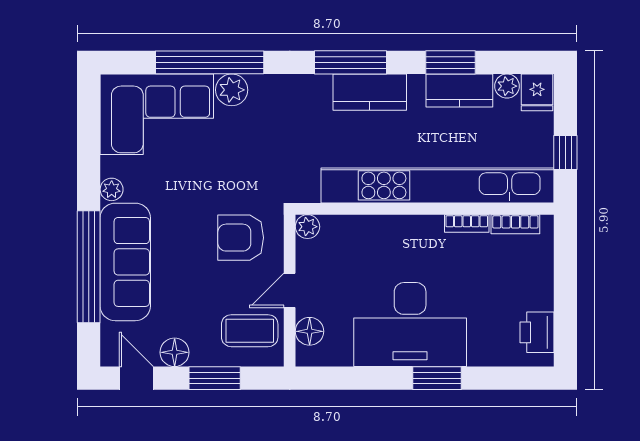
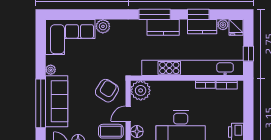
window: (210, 62) -> (93, 14), removed
plant: (307, 227) -> (141, 90), width x1.87, depth x1.87
armchair: (241, 238) -> (107, 91), turned 122

